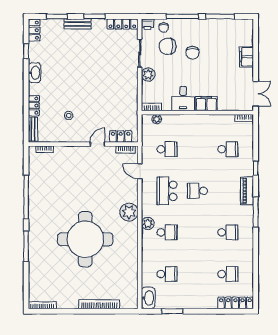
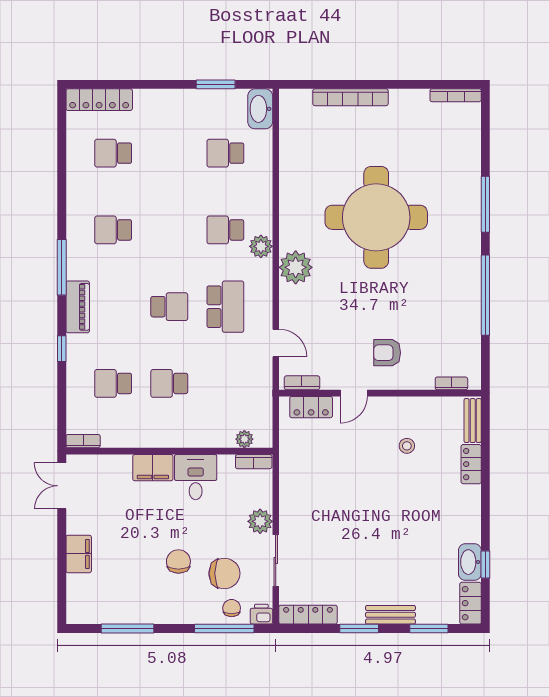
window: (182, 16) -> (224, 629), moved
washbasin: (35, 73) -> (470, 562), moved
school desk: (167, 149) -> (169, 383), moved
armchair: (79, 166) -> (387, 353), added

